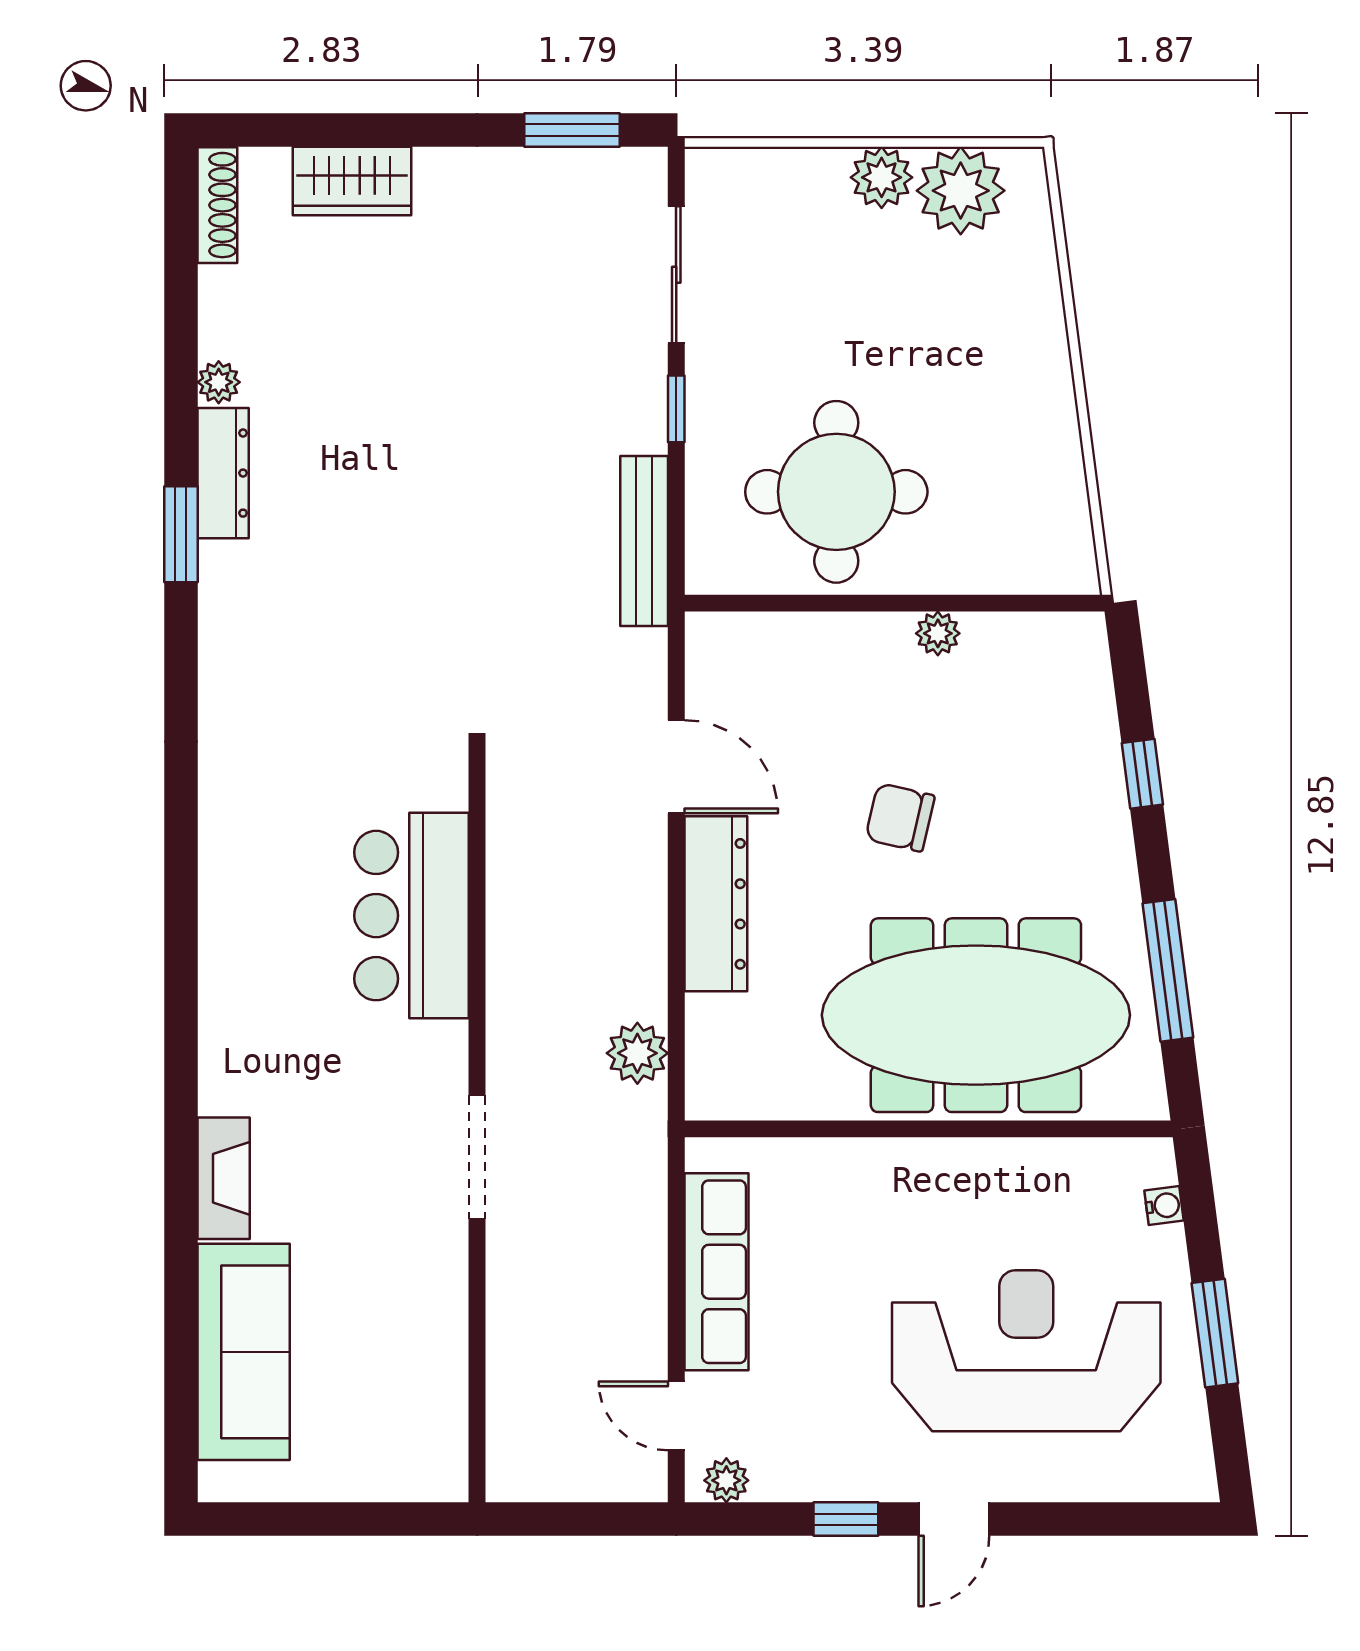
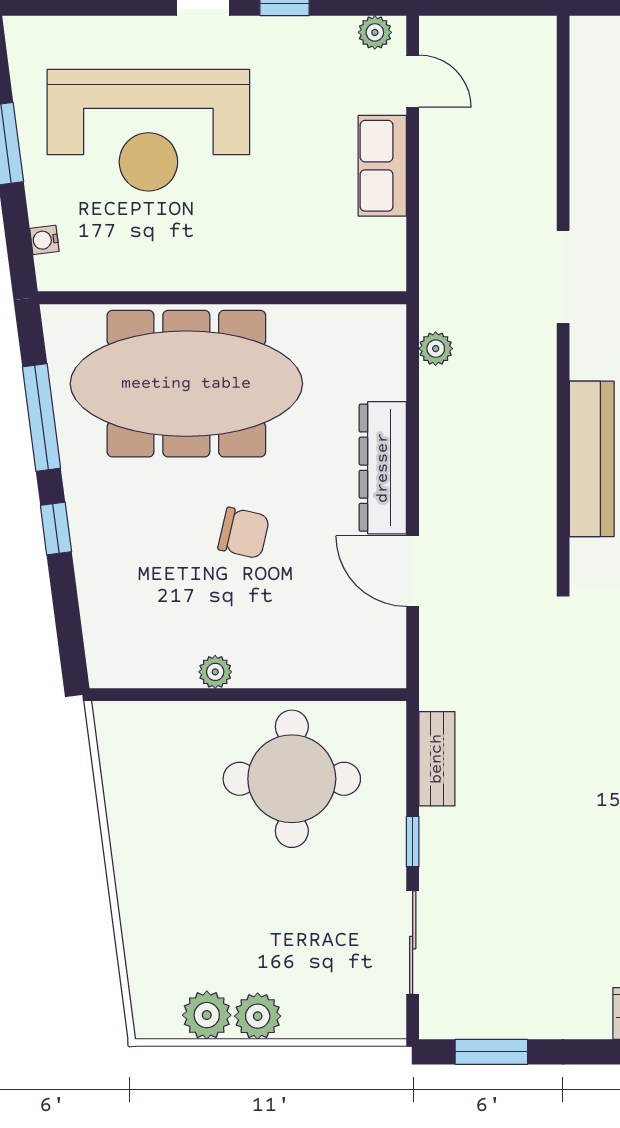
plant: (961, 191) -> (207, 1015), width x0.73, depth x0.73
bench: (644, 541) -> (437, 759), width x0.73
window: (1142, 774) -> (56, 528), moved
plant: (637, 1053) -> (436, 349), width x0.73, depth x0.73
row of seats: (716, 1272) -> (382, 166), width x0.68

